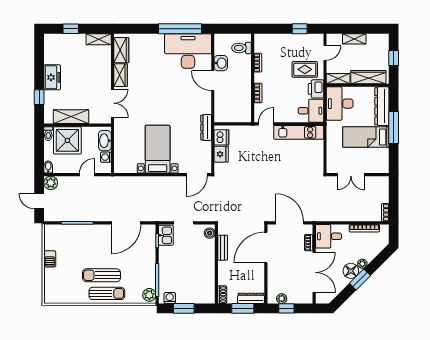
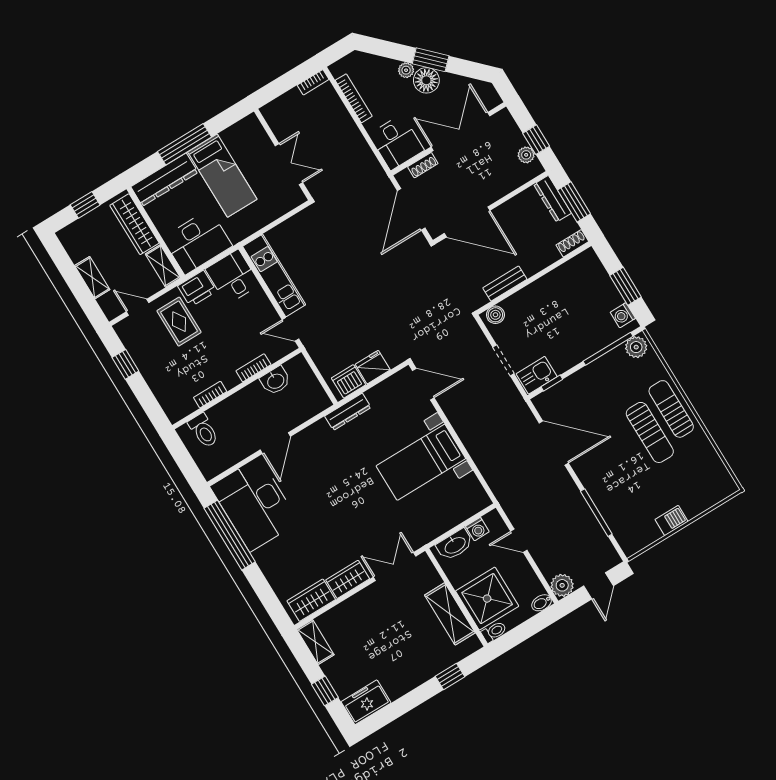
washbasin: (221, 63) -> (275, 381), moved, turned 180
freezer: (52, 77) -> (366, 702), moved

